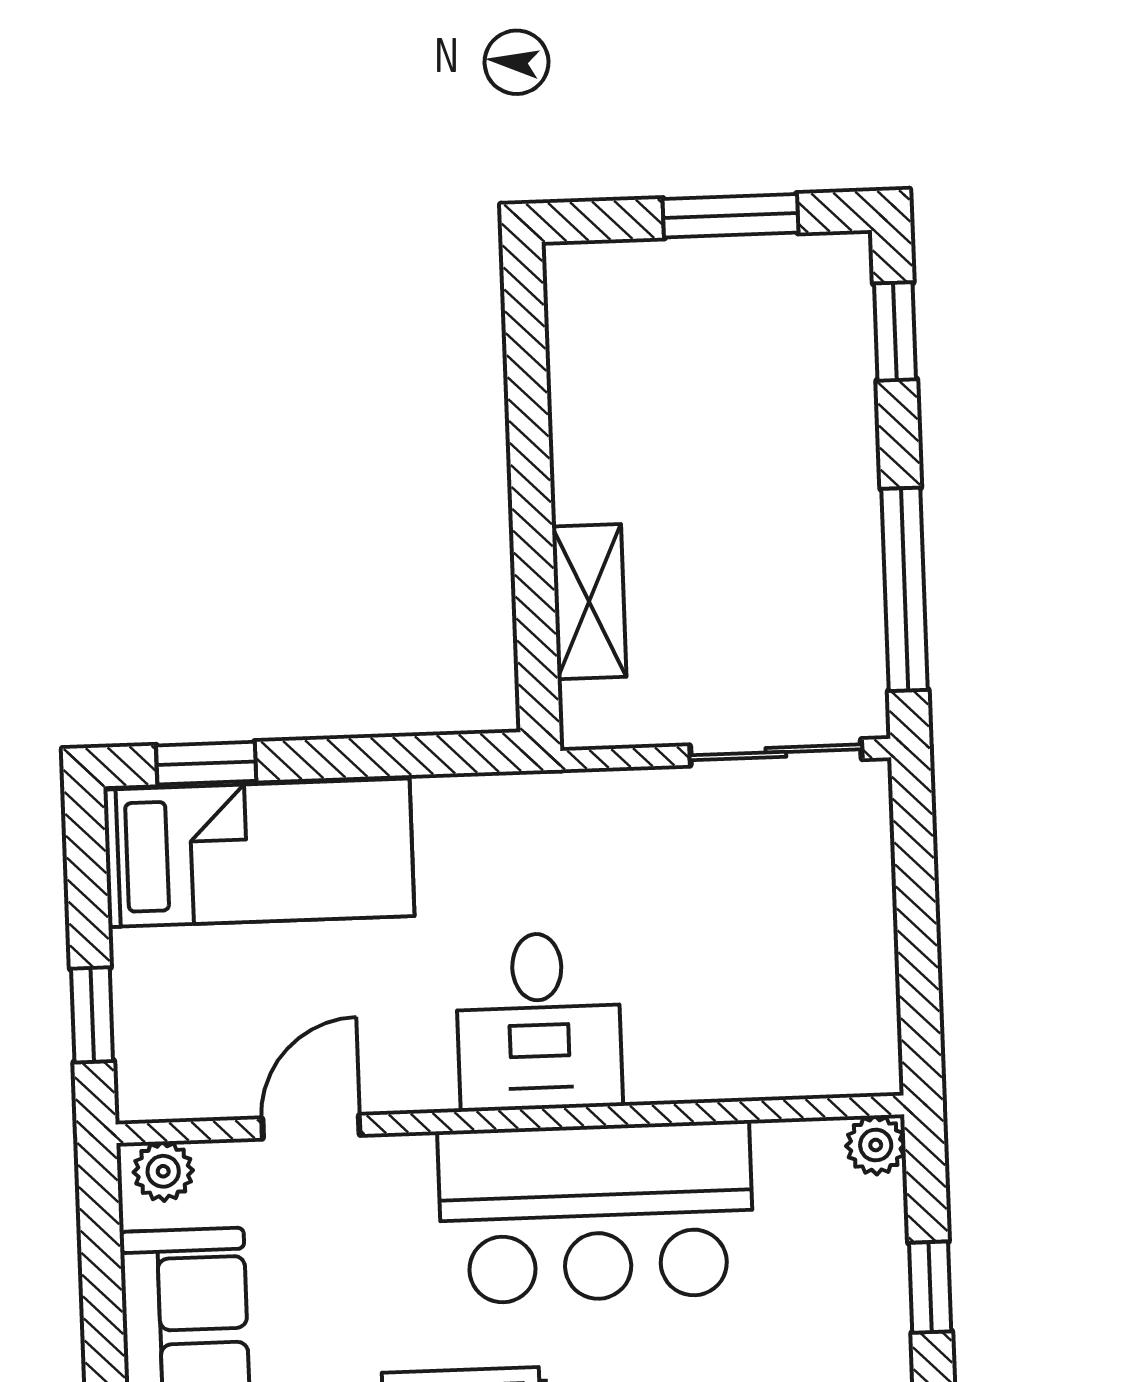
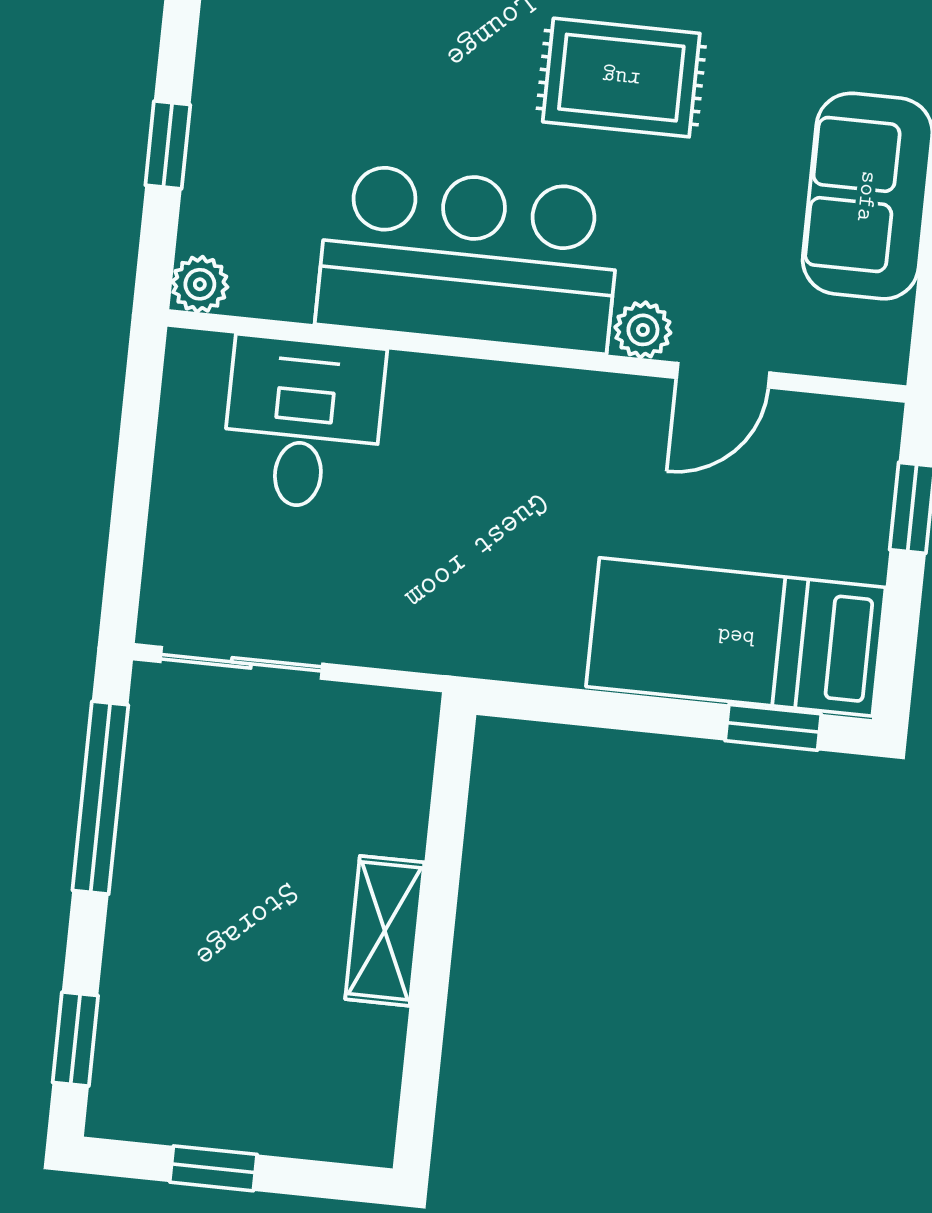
window: (730, 216) -> (213, 1168), width x0.67
shelving: (589, 602) -> (385, 931), moved
desk: (539, 1021) -> (303, 423), moved
plant: (163, 1171) -> (643, 330), moved

